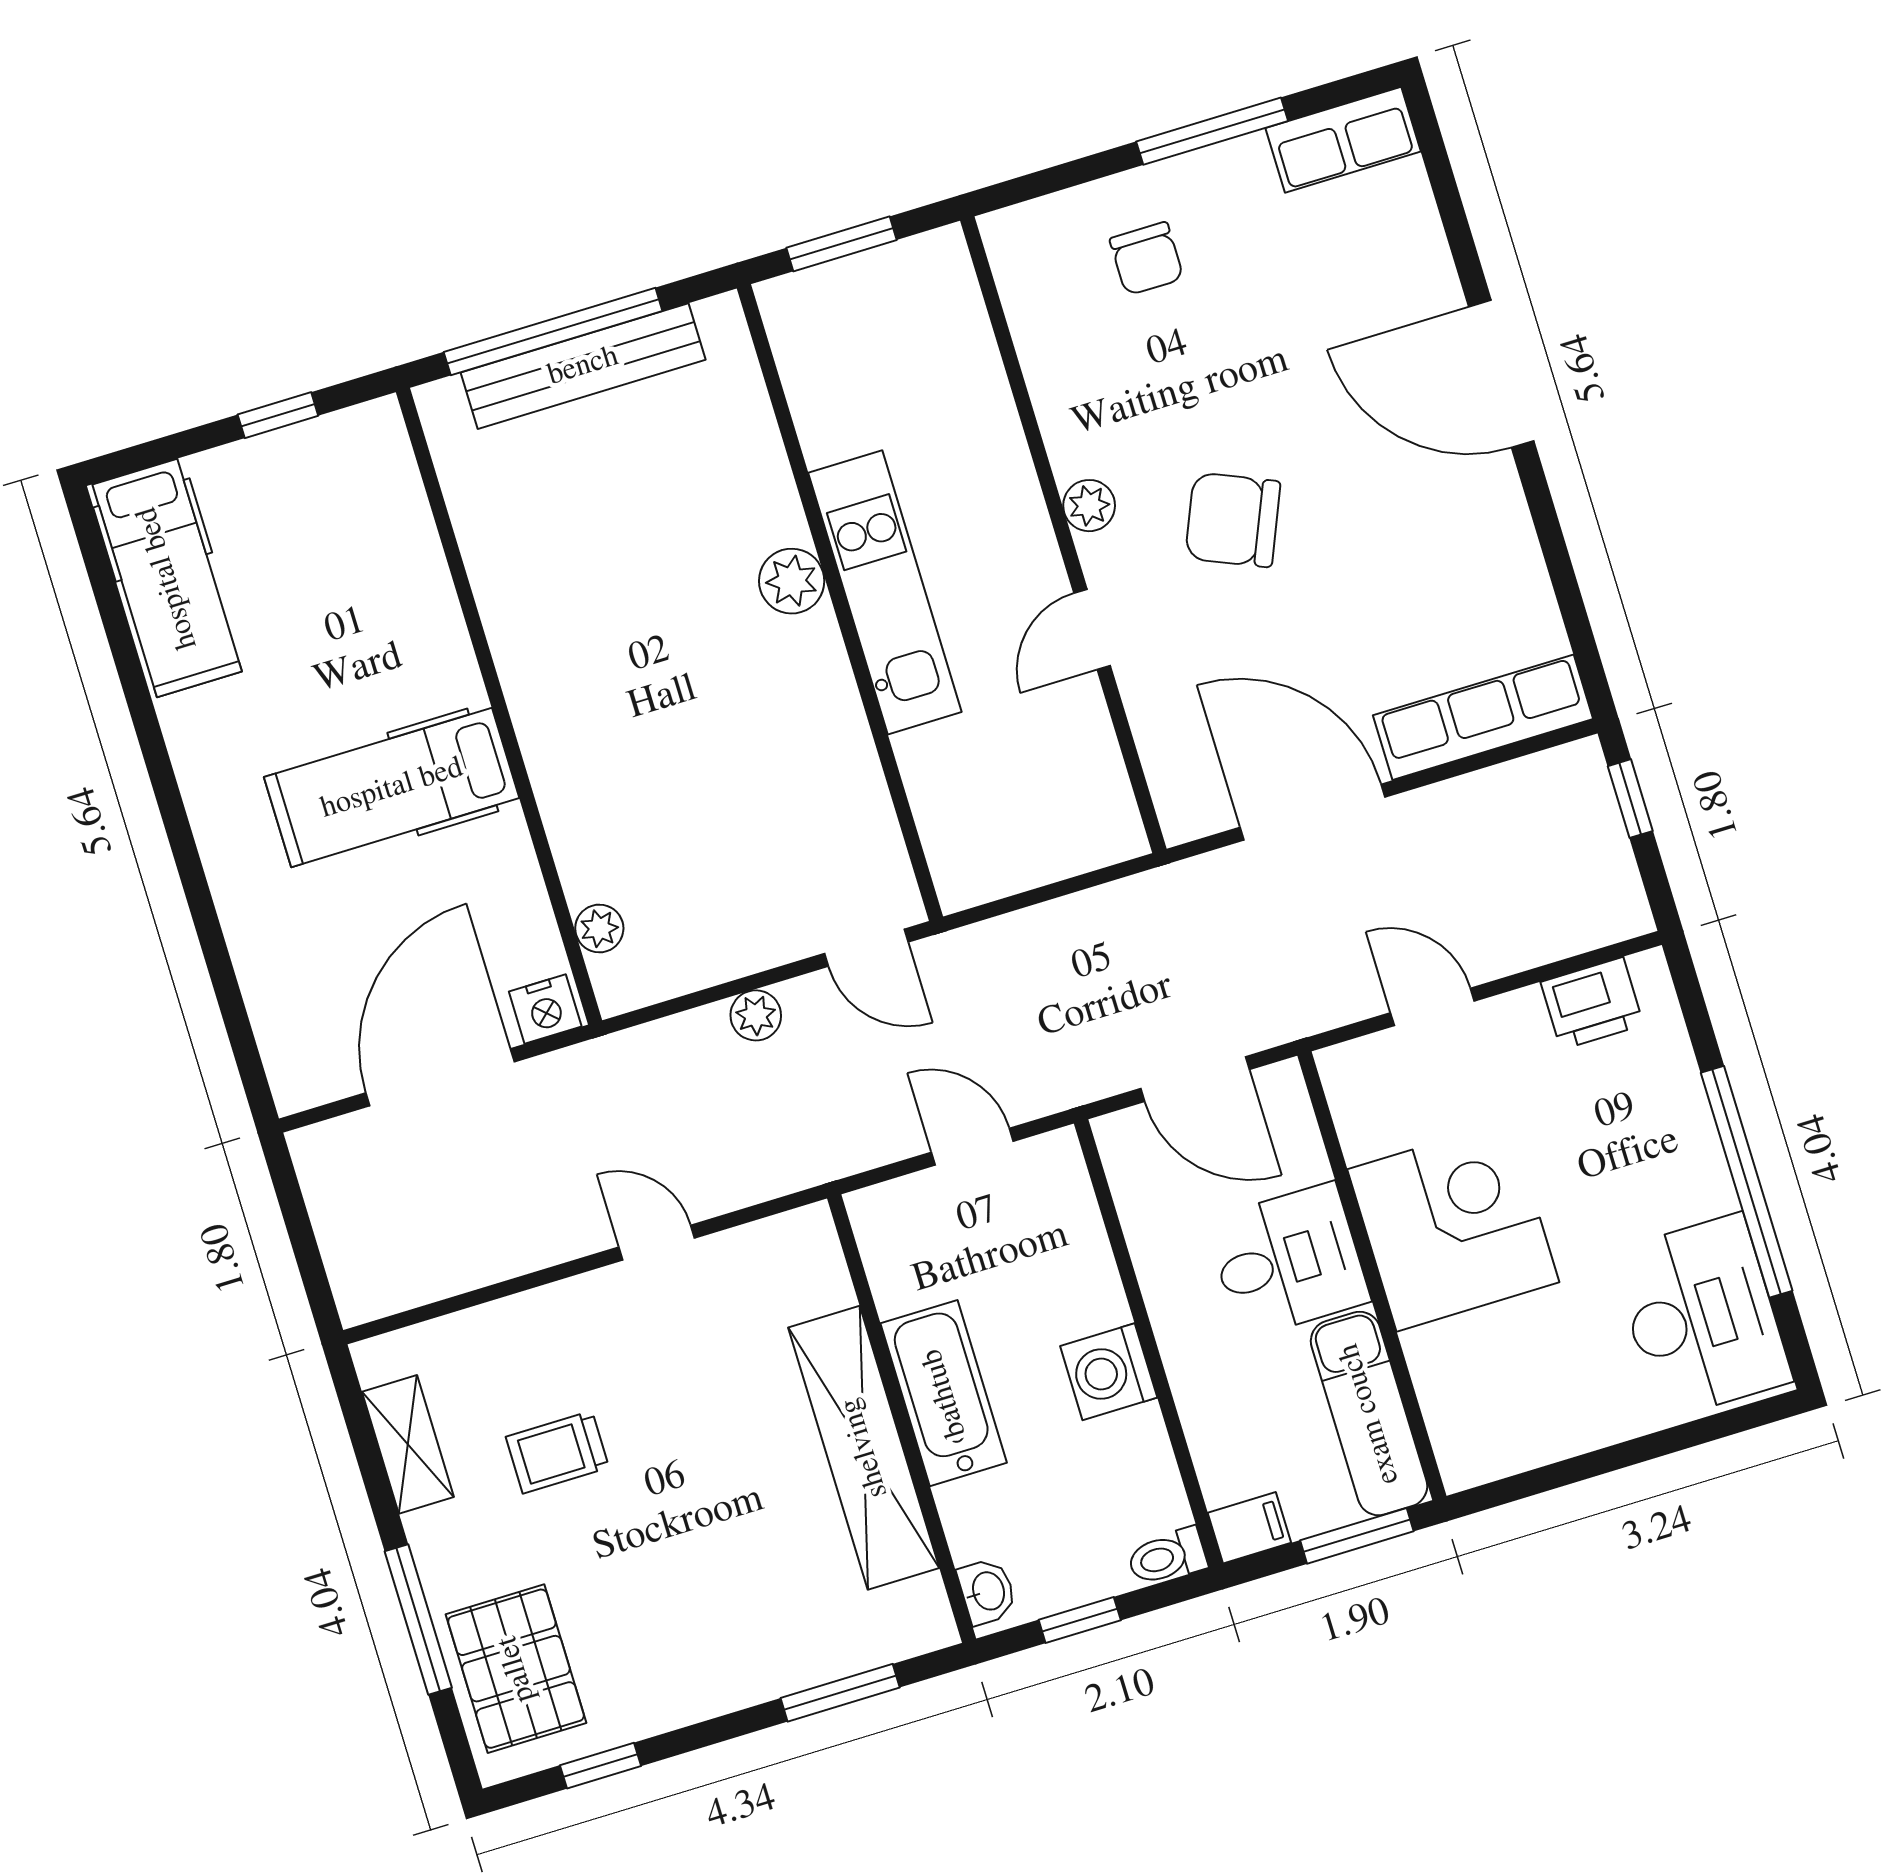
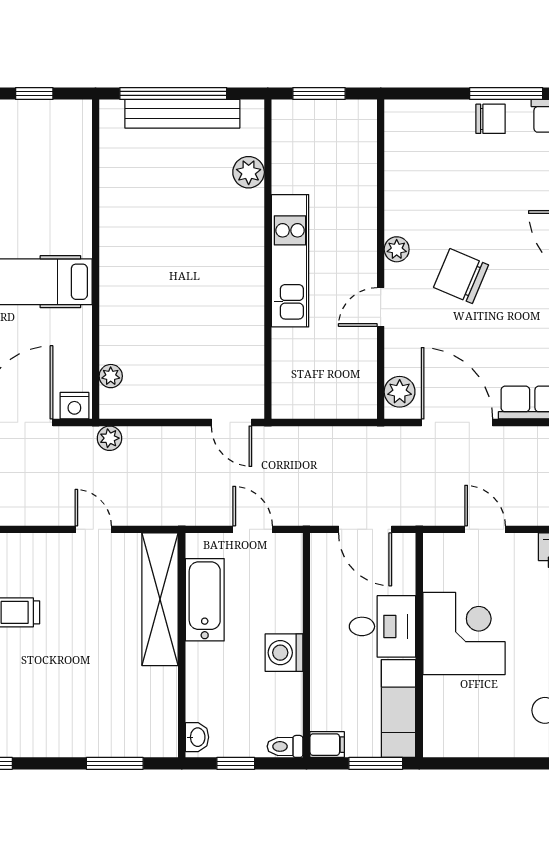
chair: (1147, 259) -> (491, 119), moved, turned -90
plant: (792, 581) -> (249, 172), moved
plant: (1181, 786) -> (400, 392), added
plant: (756, 1015) -> (110, 438), moved
bathtub: (944, 1393) -> (205, 600), moved
shelving: (864, 1448) -> (160, 599), moved

